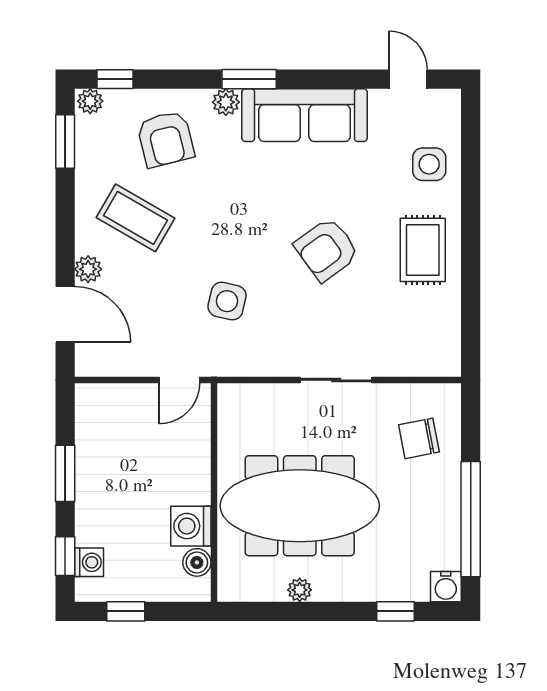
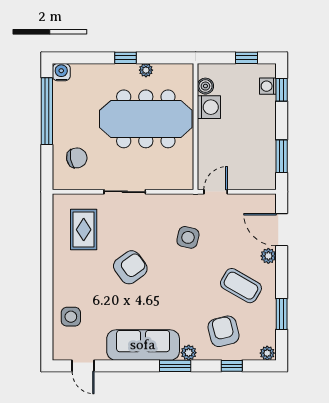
window: (115, 79) -> (232, 366), moved
window: (65, 141) -> (282, 314), moved
rug: (423, 250) -> (84, 230), moved
window: (65, 473) -> (282, 156), moved
window: (395, 611) -> (126, 58), moved

